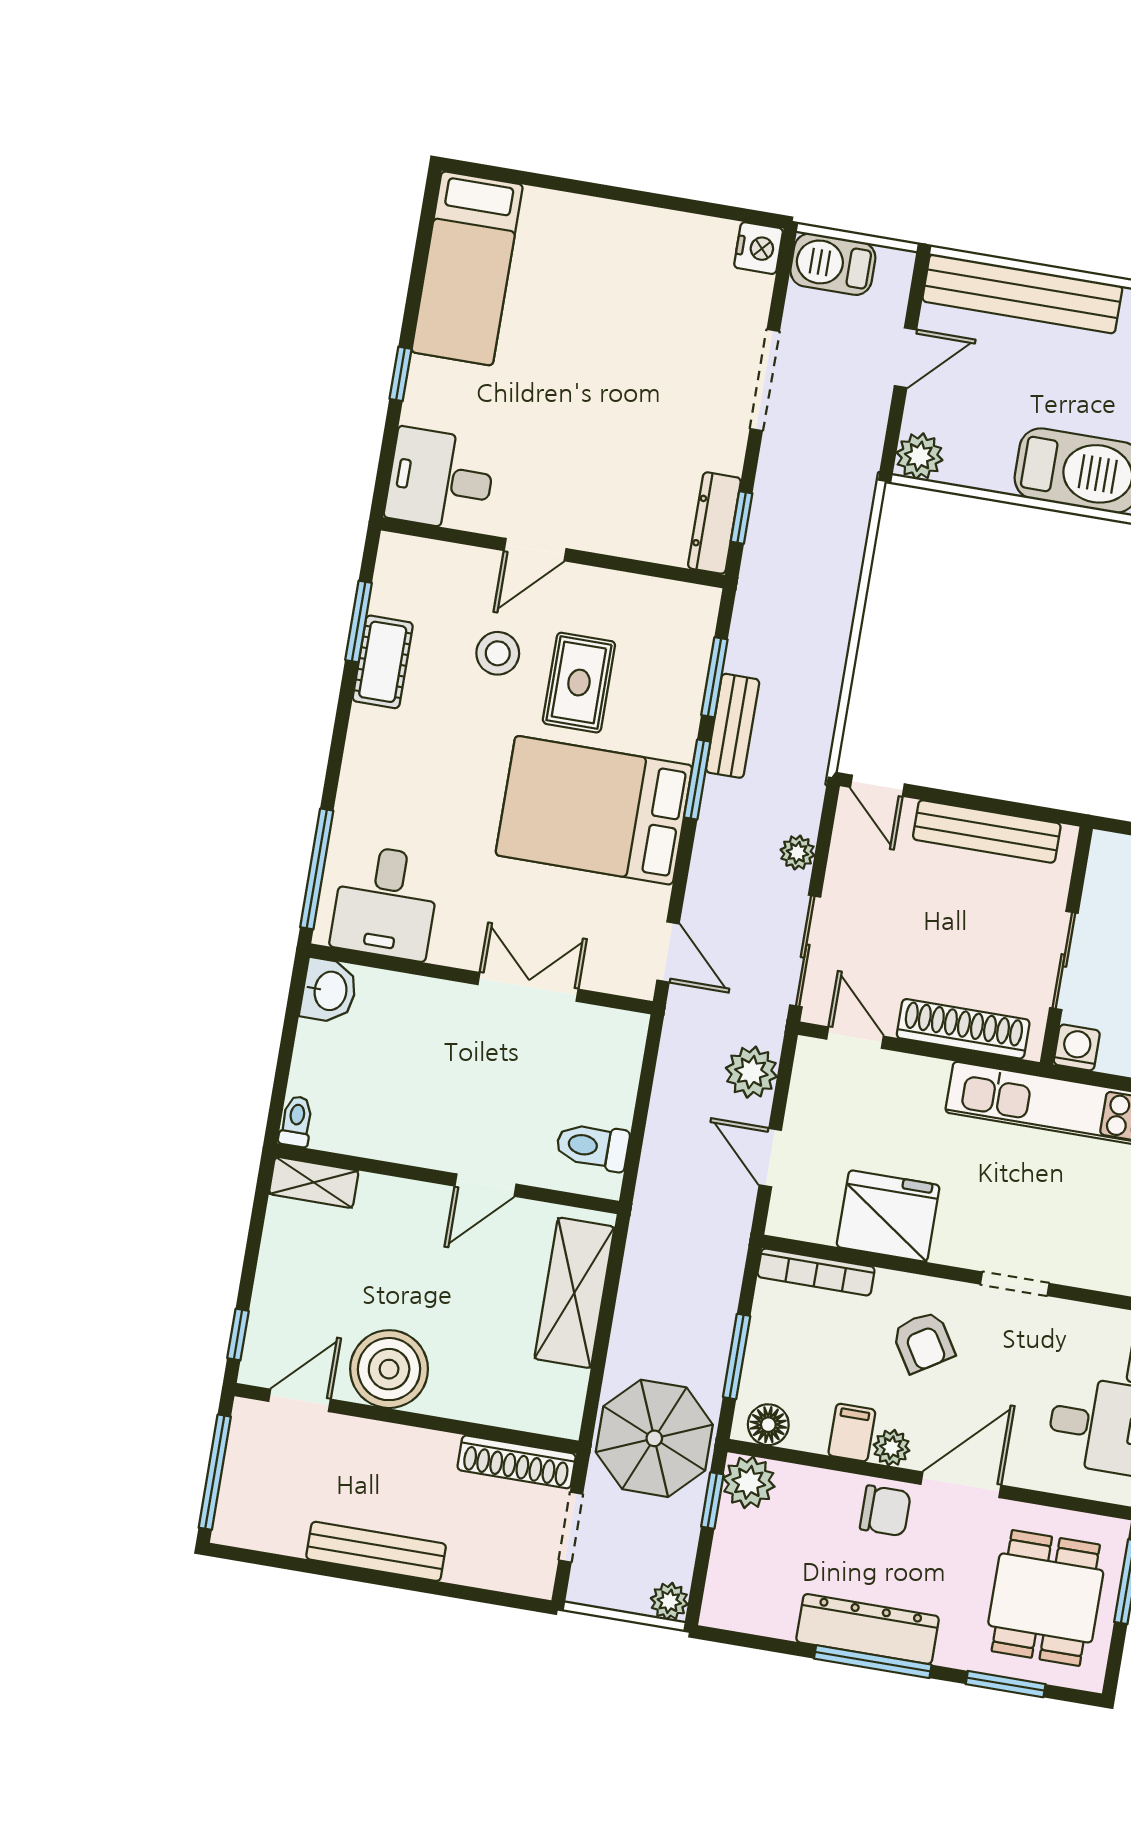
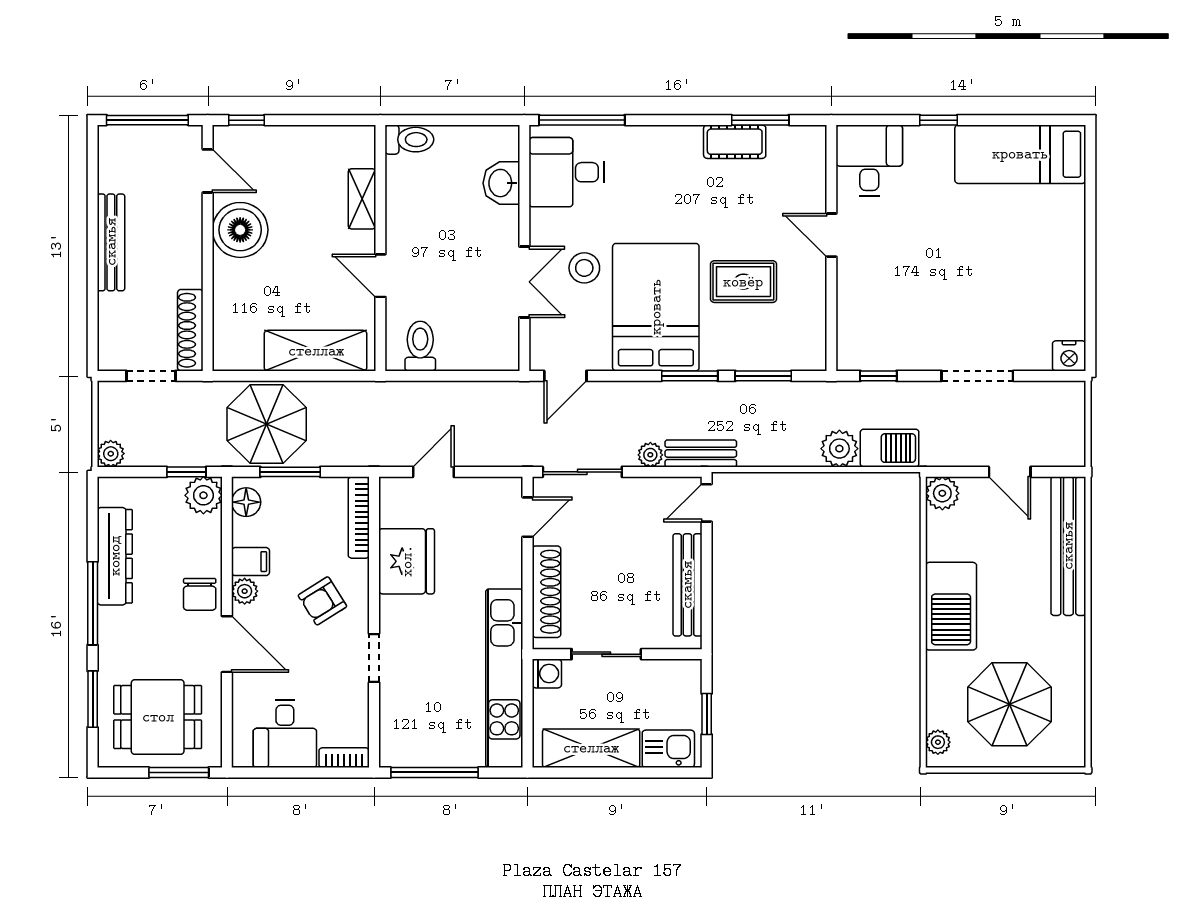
barbecue: (833, 264) -> (890, 448), moved, turned 90
dresser: (714, 523) -> (871, 358), removed
stool: (498, 653) -> (584, 268), moved
bench: (733, 726) -> (701, 453), moved
washbasin: (329, 991) -> (501, 183), moved, turned 90
plant: (751, 1072) -> (839, 449), moved
toilet: (296, 1121) -> (409, 140), width x1.37, depth x1.39
shelving: (314, 1182) -> (362, 199), moved
parasol: (654, 1438) -> (267, 424), moved
dresser: (868, 1629) -> (115, 556), moved

